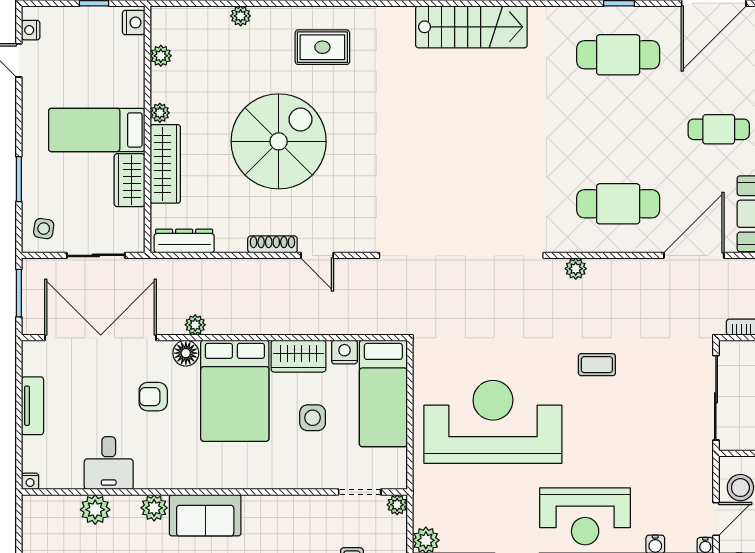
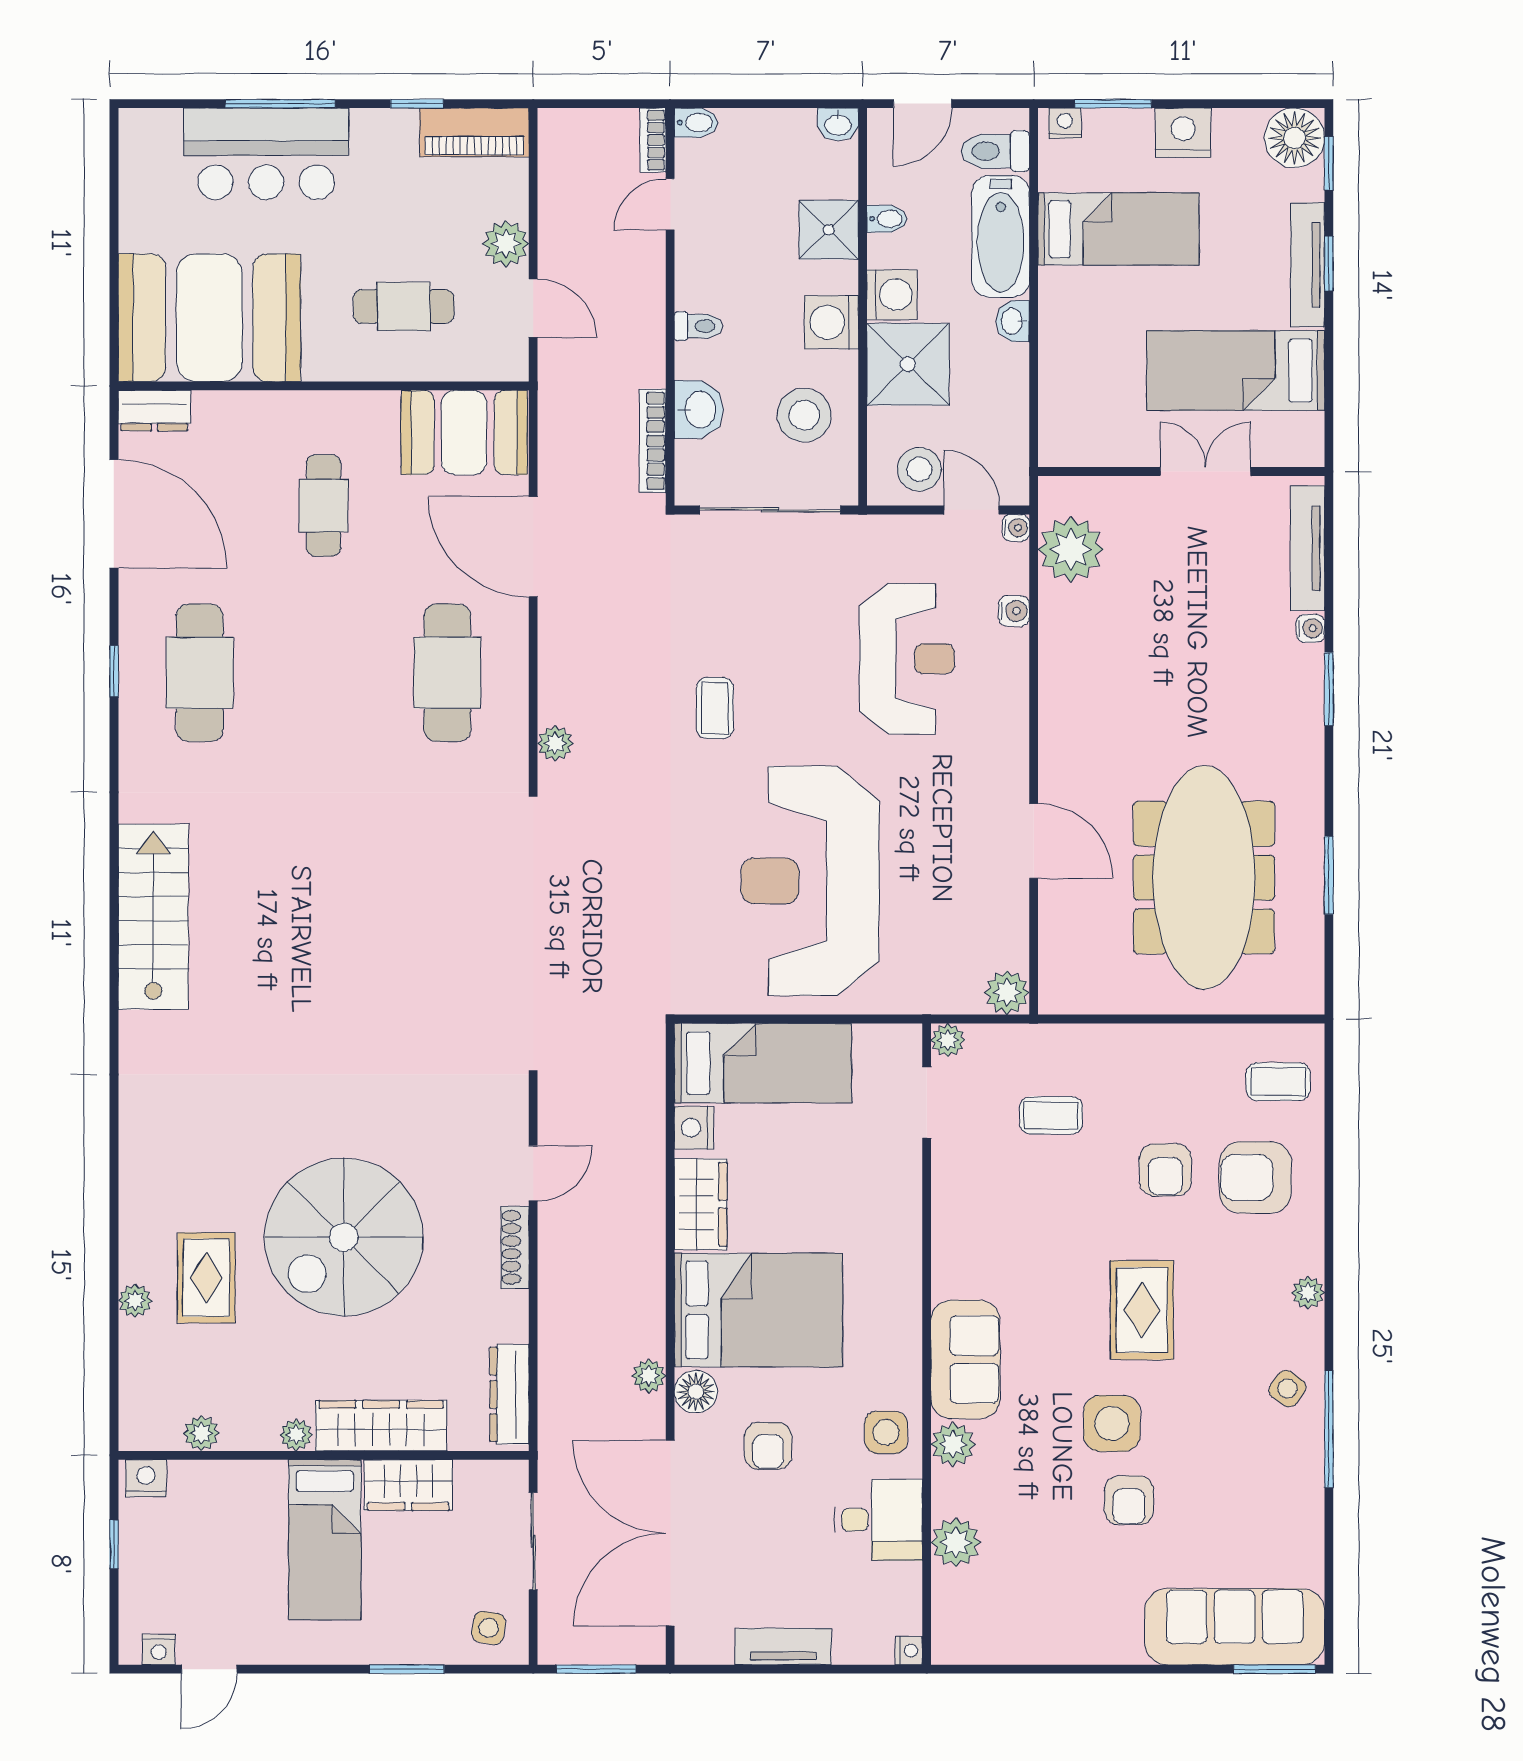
rug: (322, 47) -> (206, 1278), moved
spiral stairs: (279, 141) -> (344, 1237), turned -90
side table: (313, 418) -> (886, 1432), moved
reception desk: (585, 516) -> (907, 659), moved

